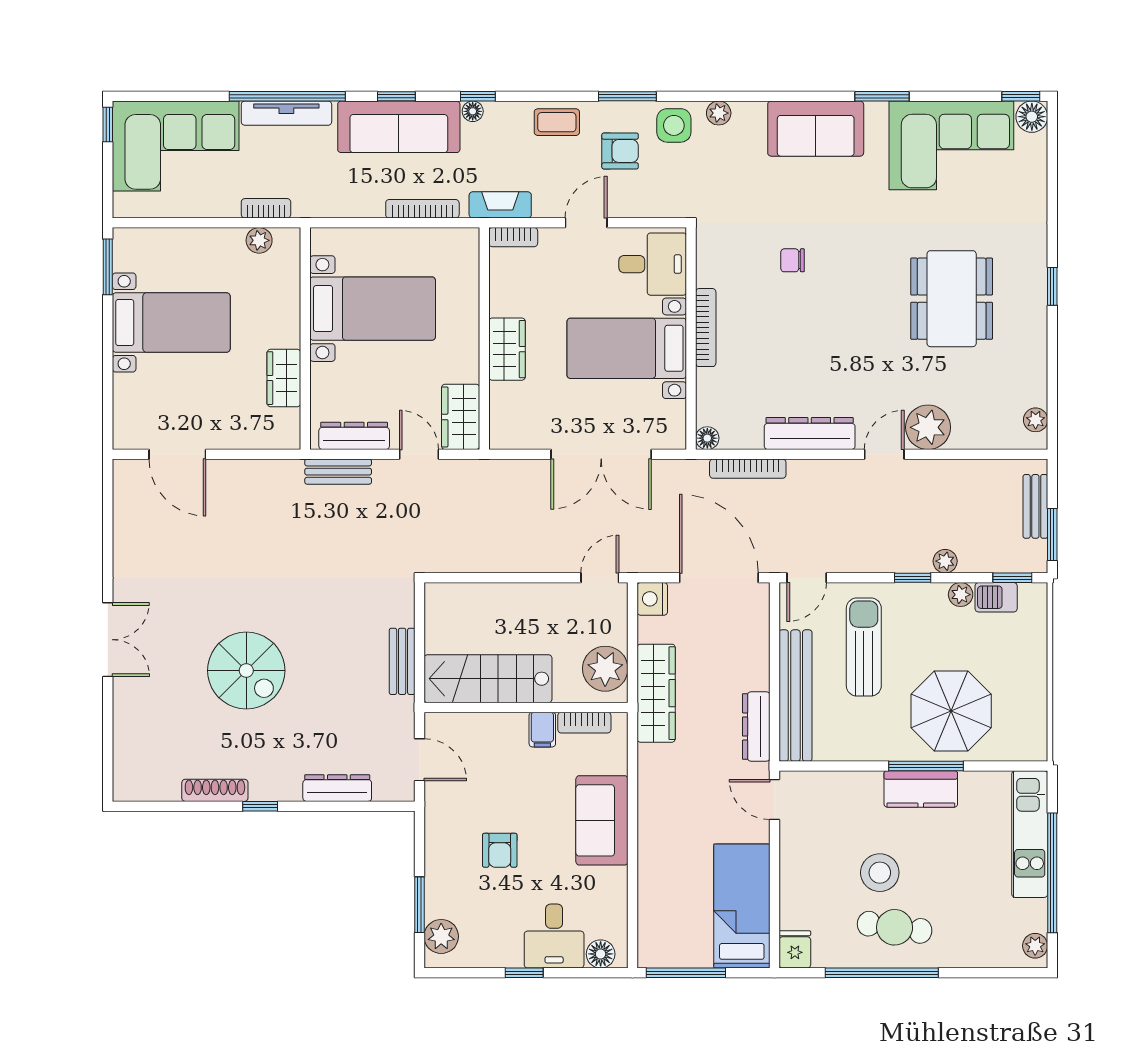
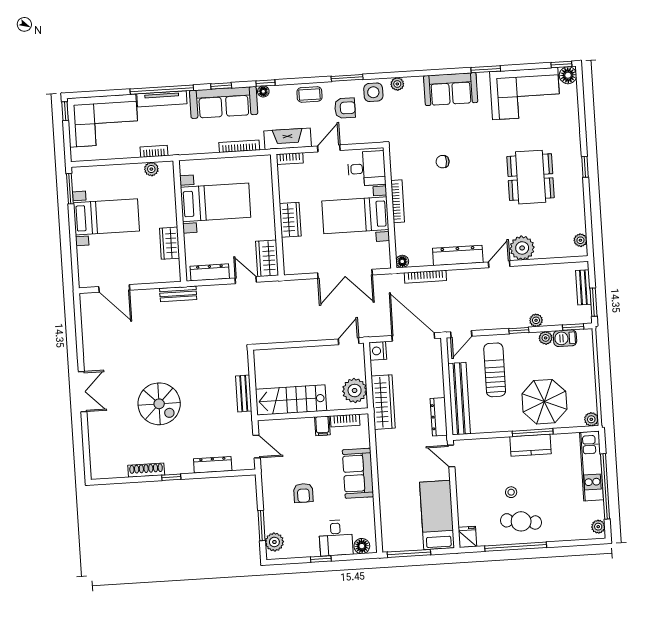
fireplace: (500, 205) -> (288, 139), width x1.37, depth x1.32
bench: (338, 472) -> (178, 294), moved
plant: (1035, 749) -> (591, 419), added
stool: (880, 873) -> (511, 492), width x0.53, depth x0.53

